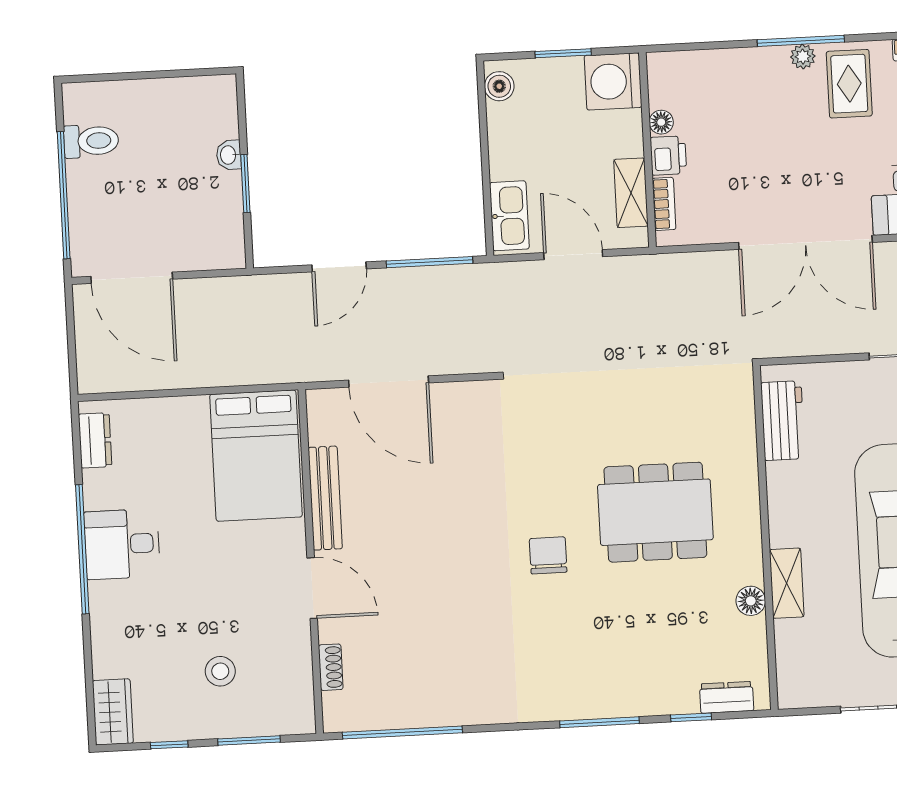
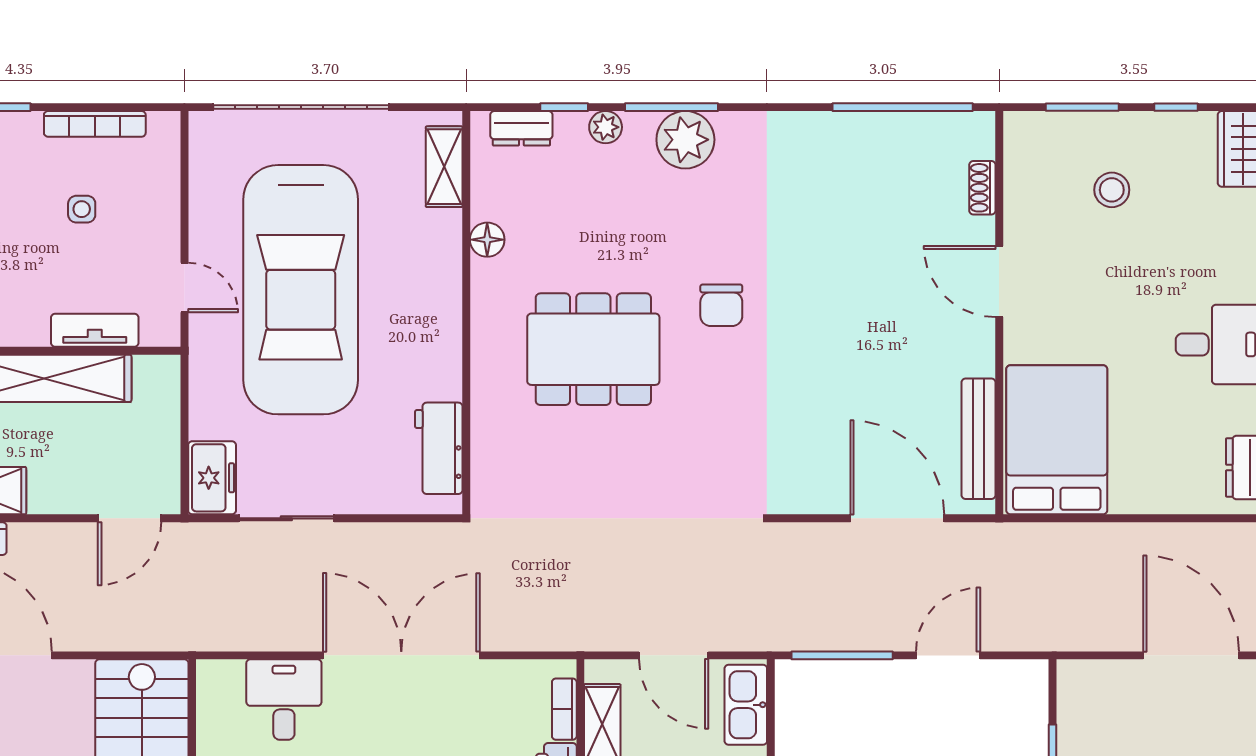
bench: (325, 498) -> (979, 439), moved
shelving: (787, 583) -> (444, 167), moved
plant: (586, 695) -> (685, 140), added
plant: (655, 702) -> (606, 127), added

